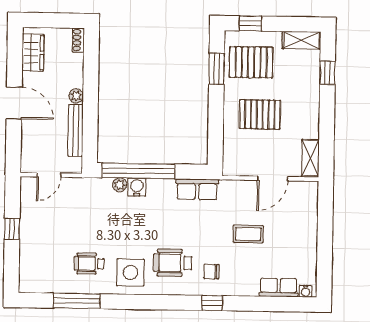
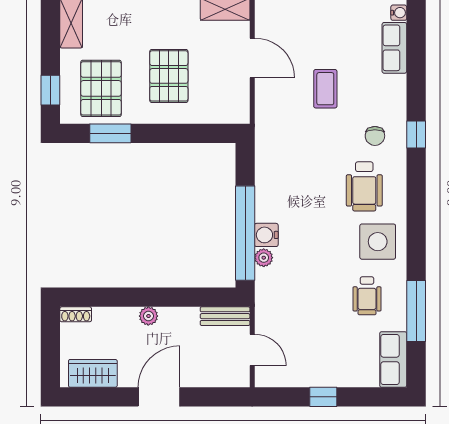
bench: (76, 130) -> (225, 316), moved, width x0.73
row of seats: (197, 189) -> (393, 359), moved, turned 180

